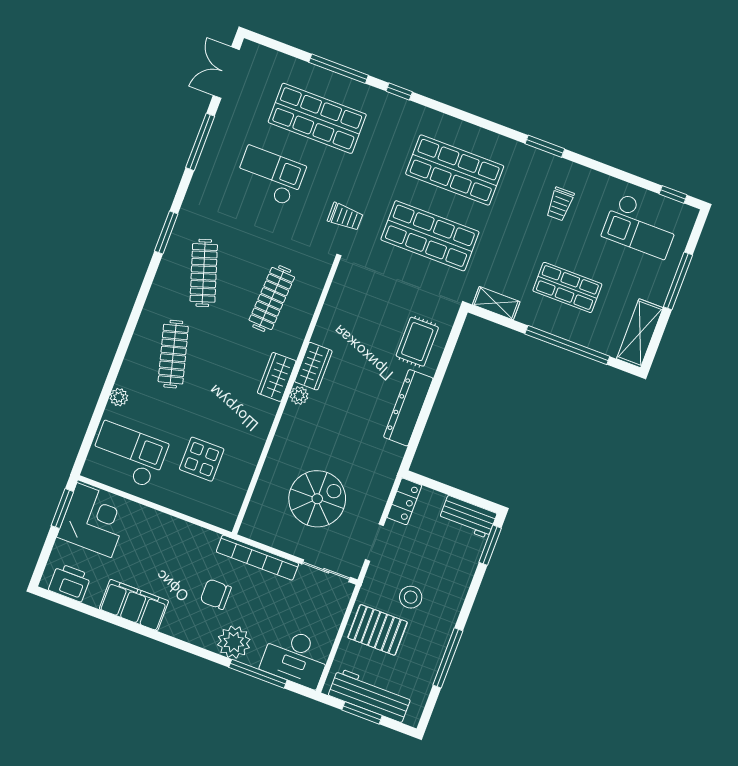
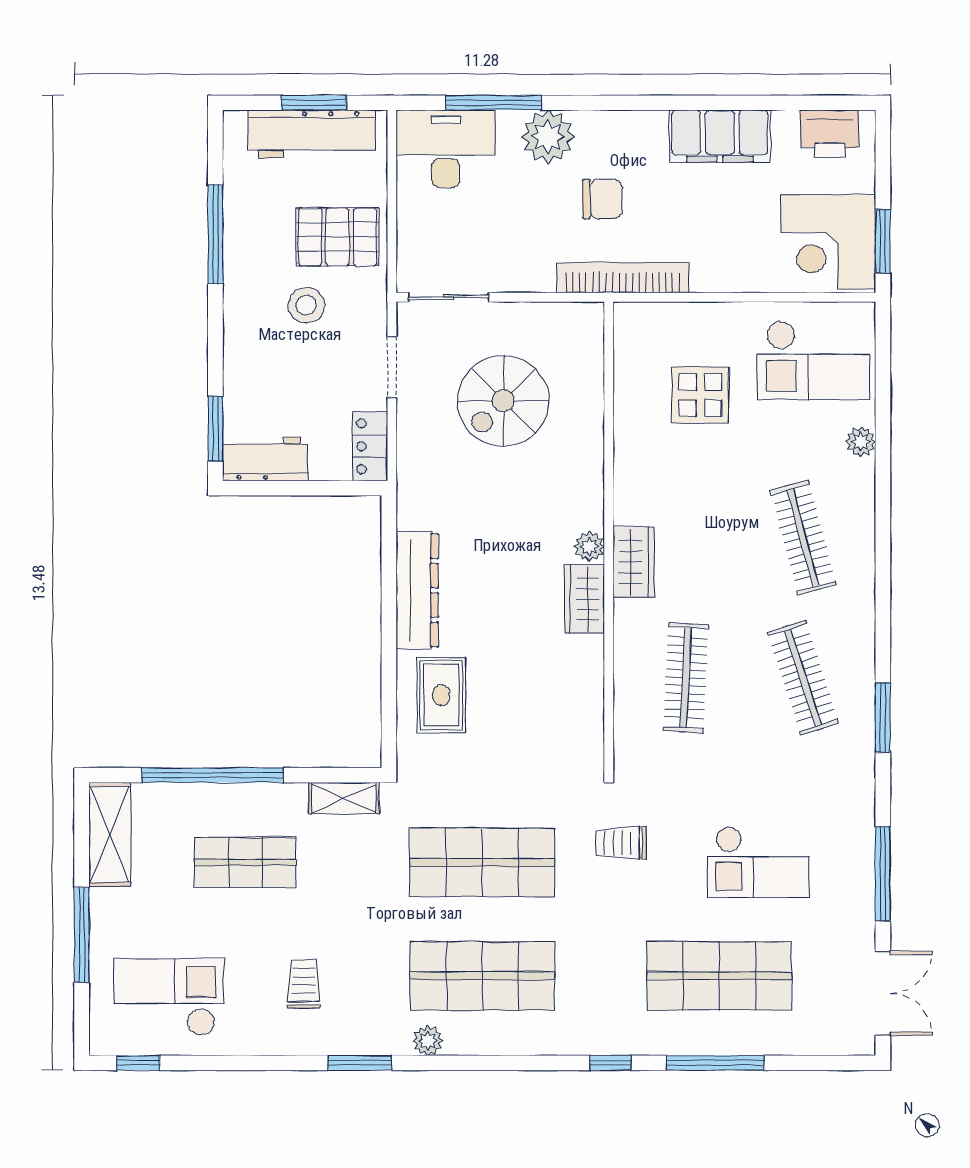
plant: (500, 144) -> (428, 1041), added
bookcase: (257, 558) -> (623, 278), moved

